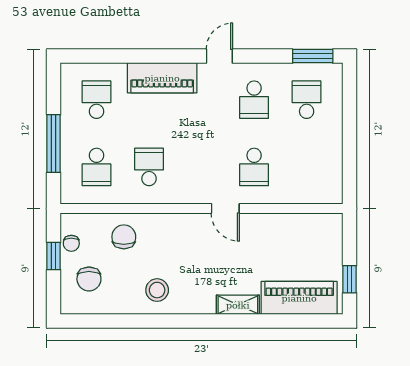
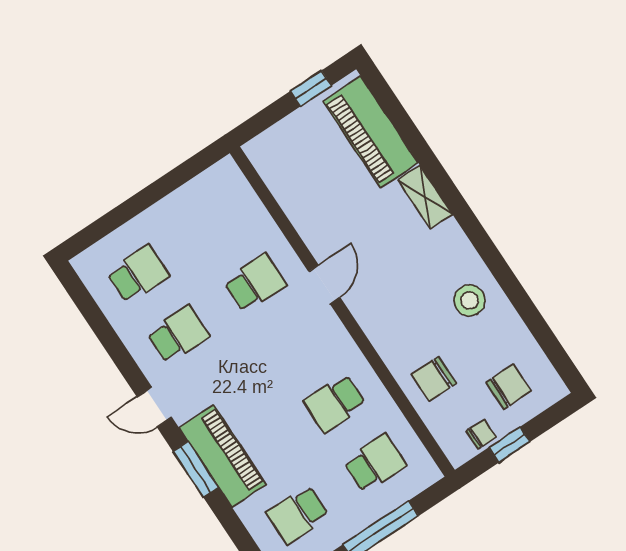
window: (313, 56) -> (196, 469), moved
school desk: (307, 100) -> (138, 274), turned 180

